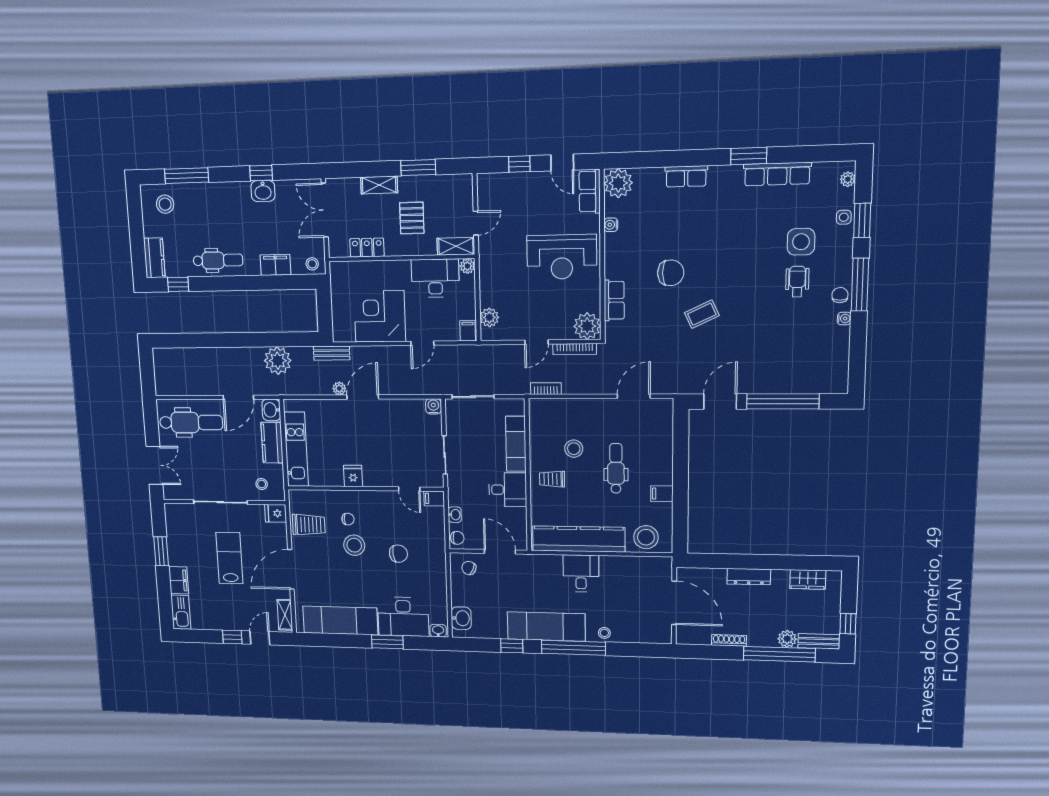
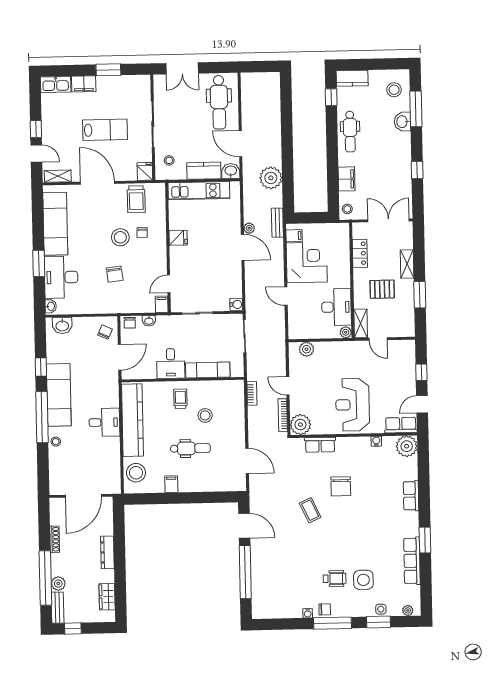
washbasin: (263, 191) -> (402, 122), moved
filing cabinet: (468, 331) -> (294, 236), moved

